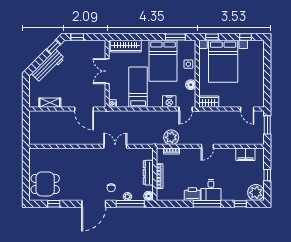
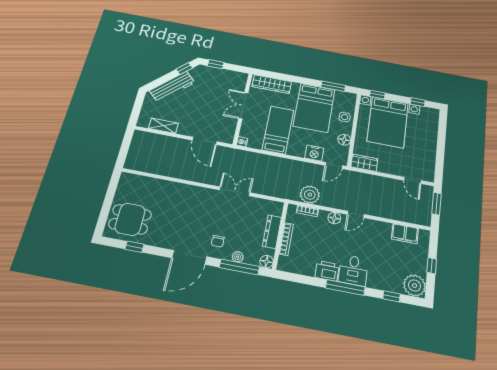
floor lamp: (192, 153) -> (334, 218), added

